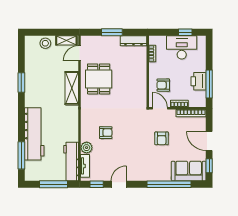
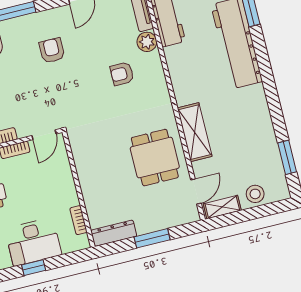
window: (21, 82) -> (287, 157), moved
armchair: (163, 85) -> (48, 174), removed
door: (160, 108) -> (44, 135), hinge flipped
armchair: (162, 138) -> (52, 51), moved

